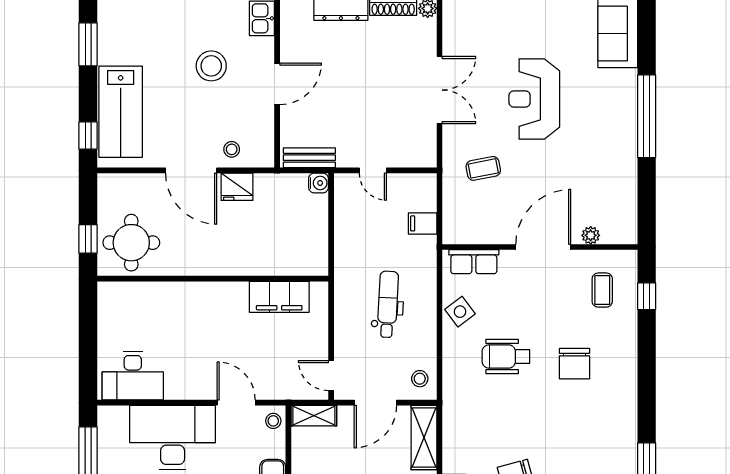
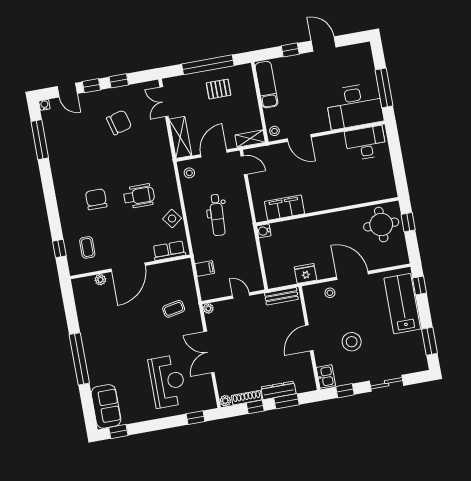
reception desk: (534, 99) -> (168, 381), moved
plant: (428, 159) -> (208, 308), added
water cooler: (319, 183) -> (264, 231), moved
fridge: (237, 187) -> (306, 274), moved
desk: (173, 437) -> (354, 106), moved

